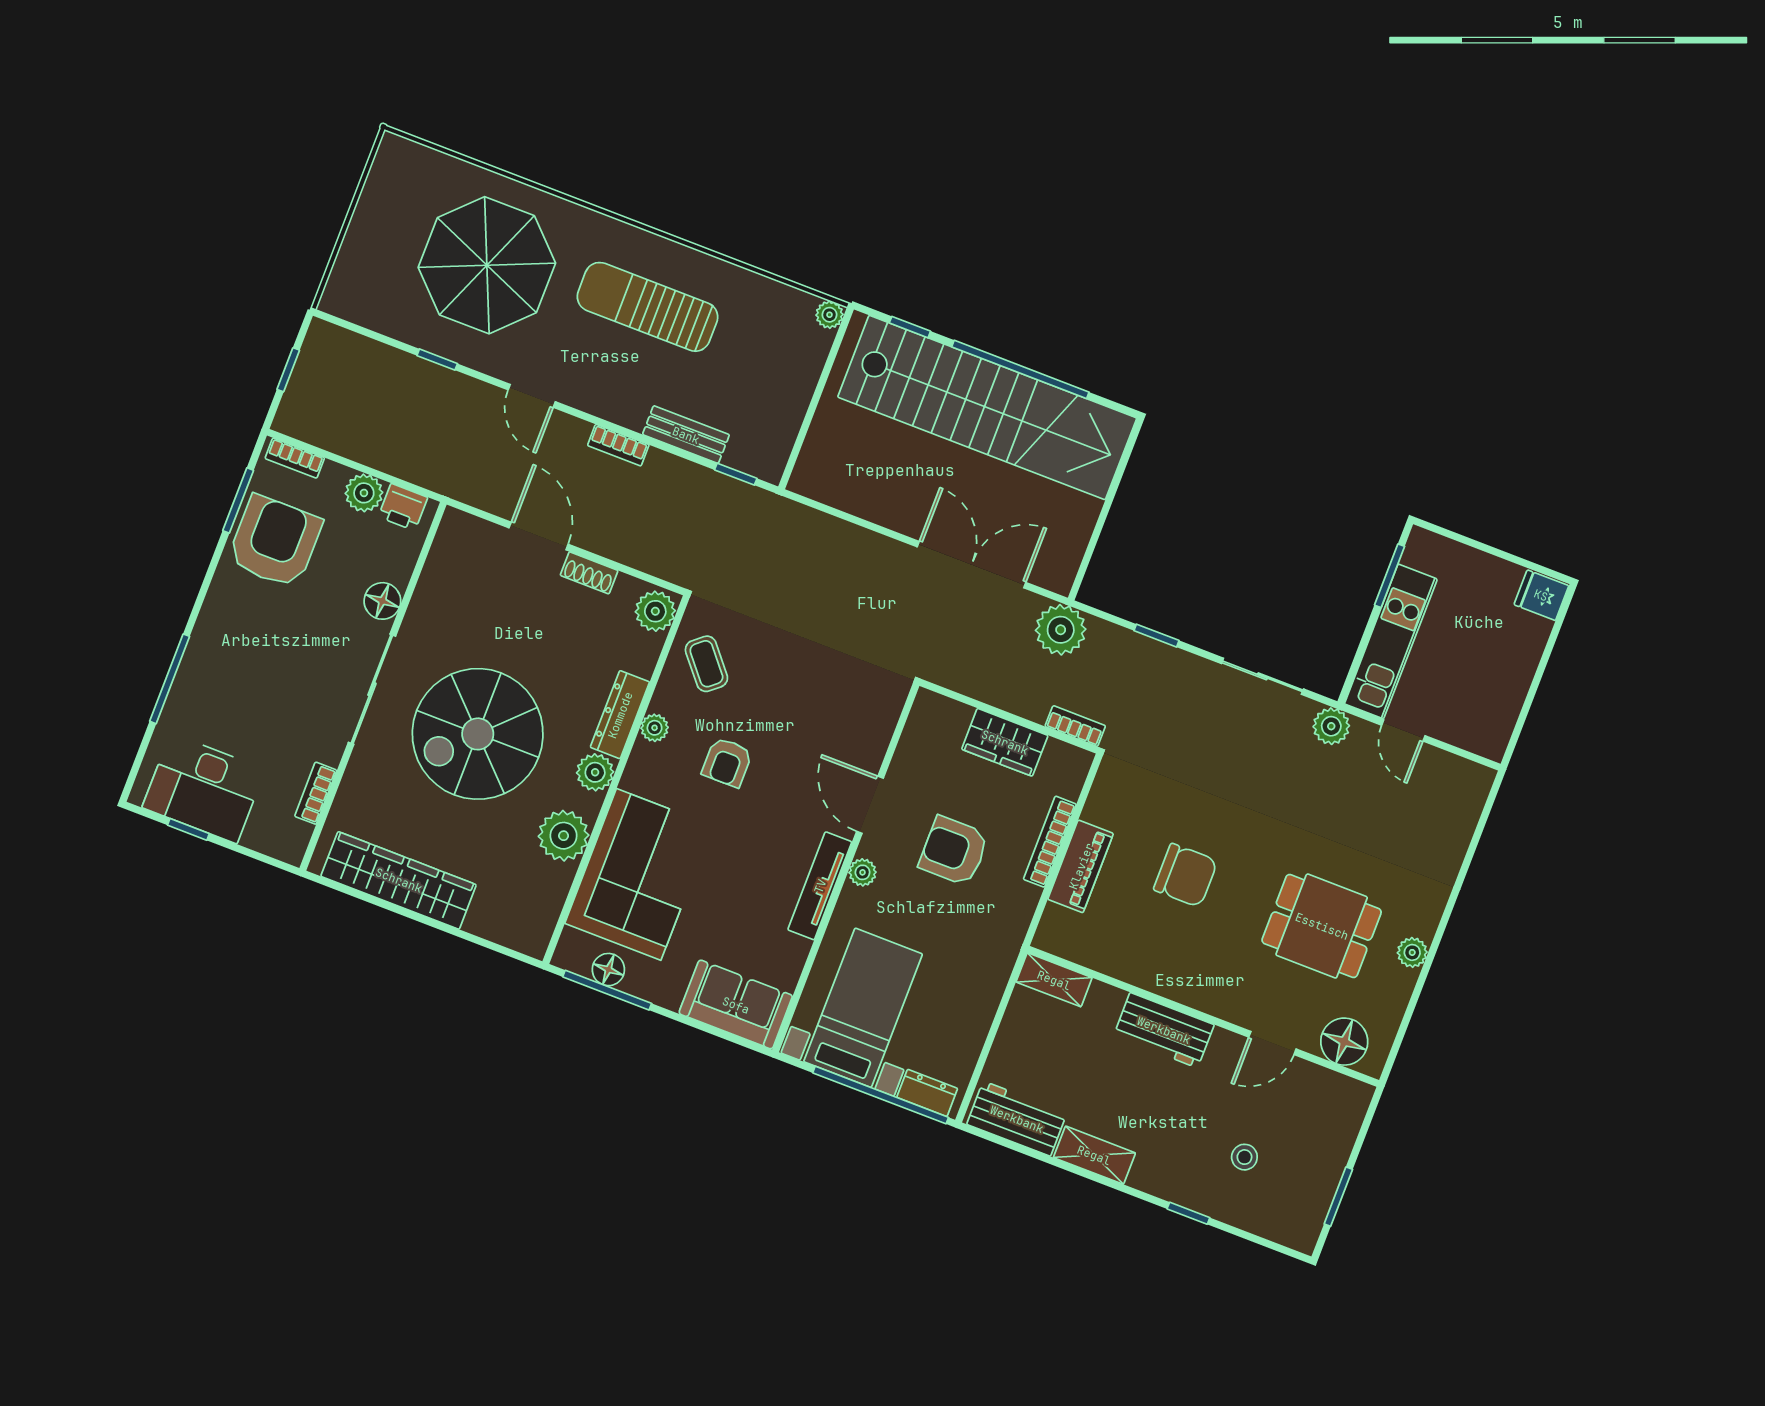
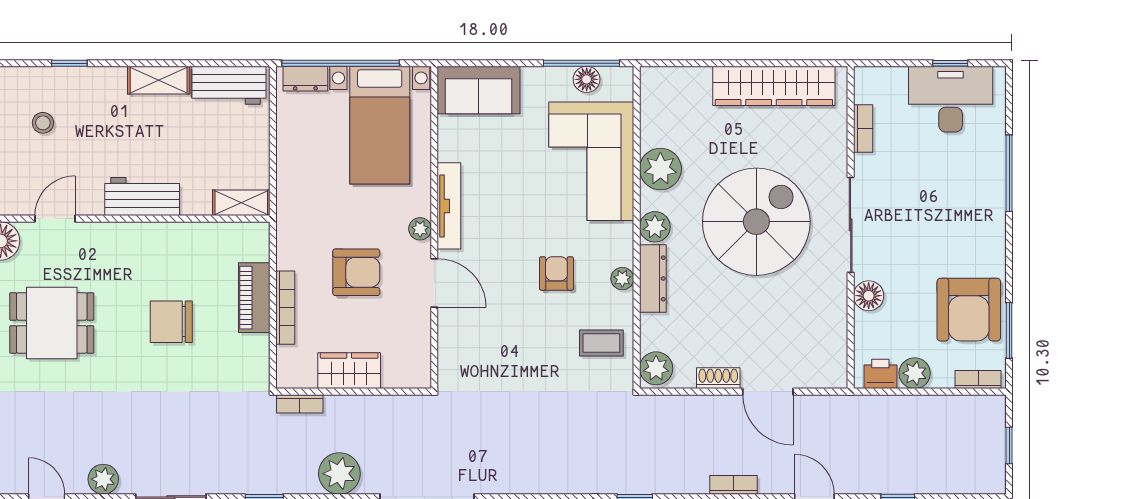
coffee table: (706, 664) -> (601, 343), turned -50

